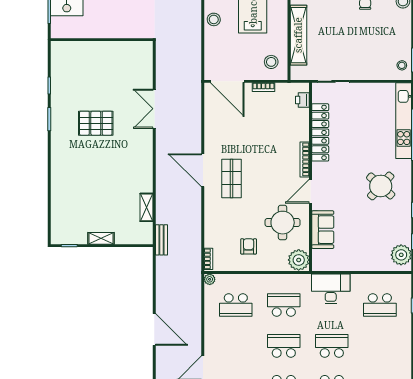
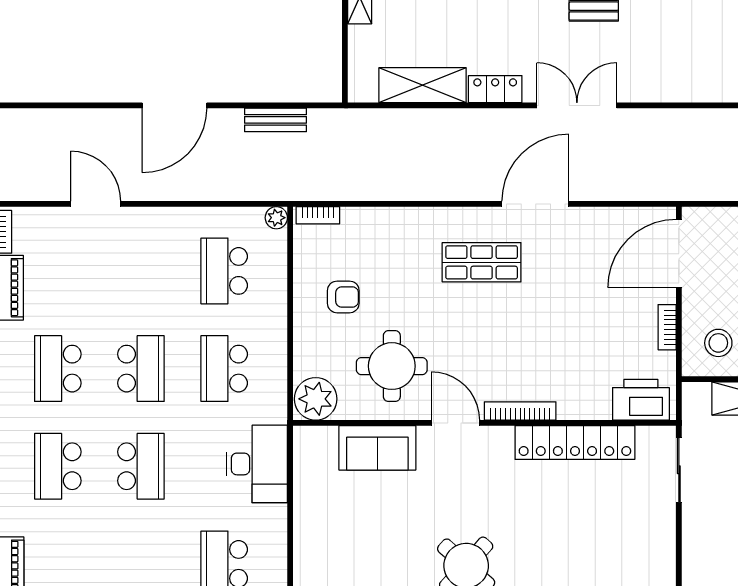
printer: (302, 100) -> (641, 400), width x1.87, depth x1.48
double door: (154, 109) -> (577, 105), moved
door: (203, 170) -> (535, 204), moved
locker: (146, 172) -> (495, 89), added
shelving: (147, 207) -> (423, 85), width x1.50, depth x1.33
bench: (161, 240) -> (276, 120), moved
school desk: (284, 305) -> (224, 369), turned 180

